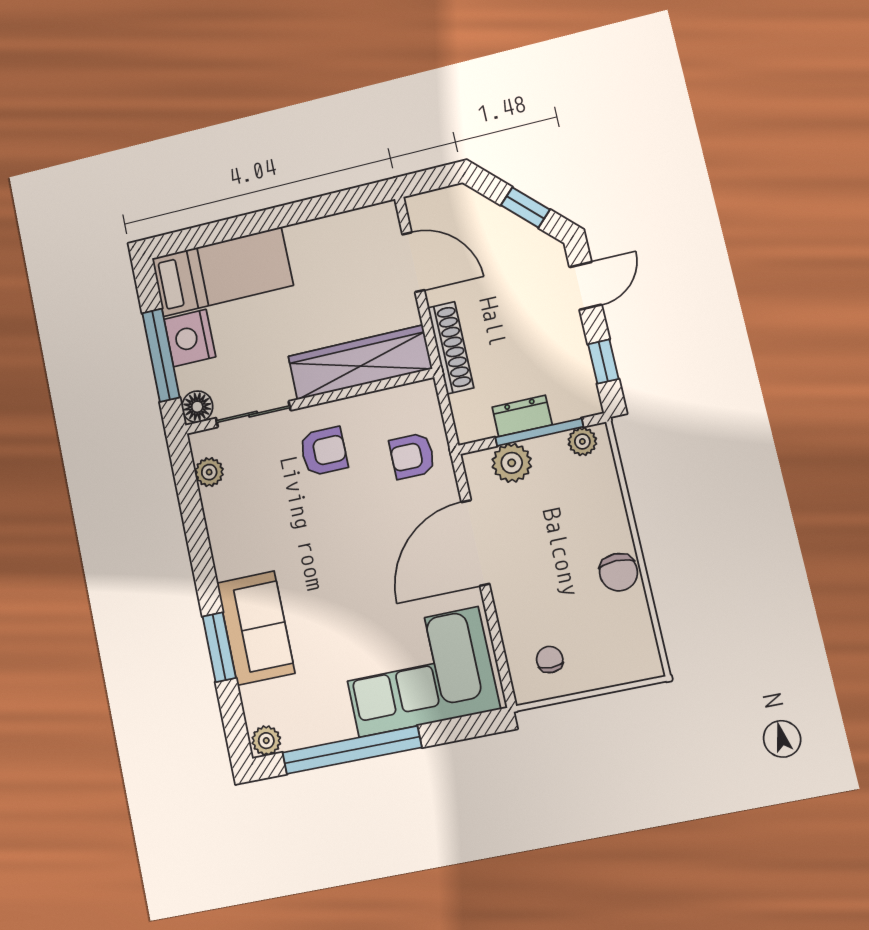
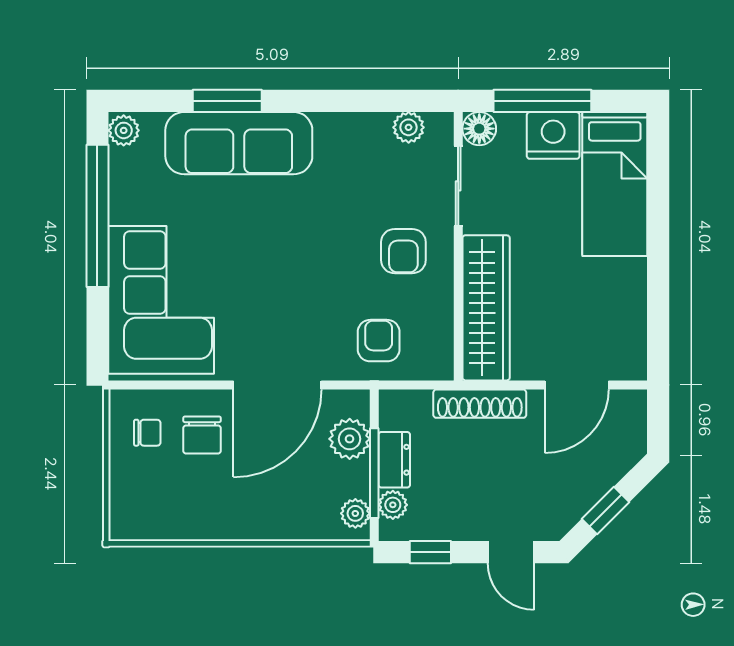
plant: (566, 408) -> (393, 505), added
door: (475, 543) -> (277, 385), swing flipped
chair: (618, 572) -> (202, 435), moved, turned -90
sofa: (256, 628) -> (239, 143), width x1.36

